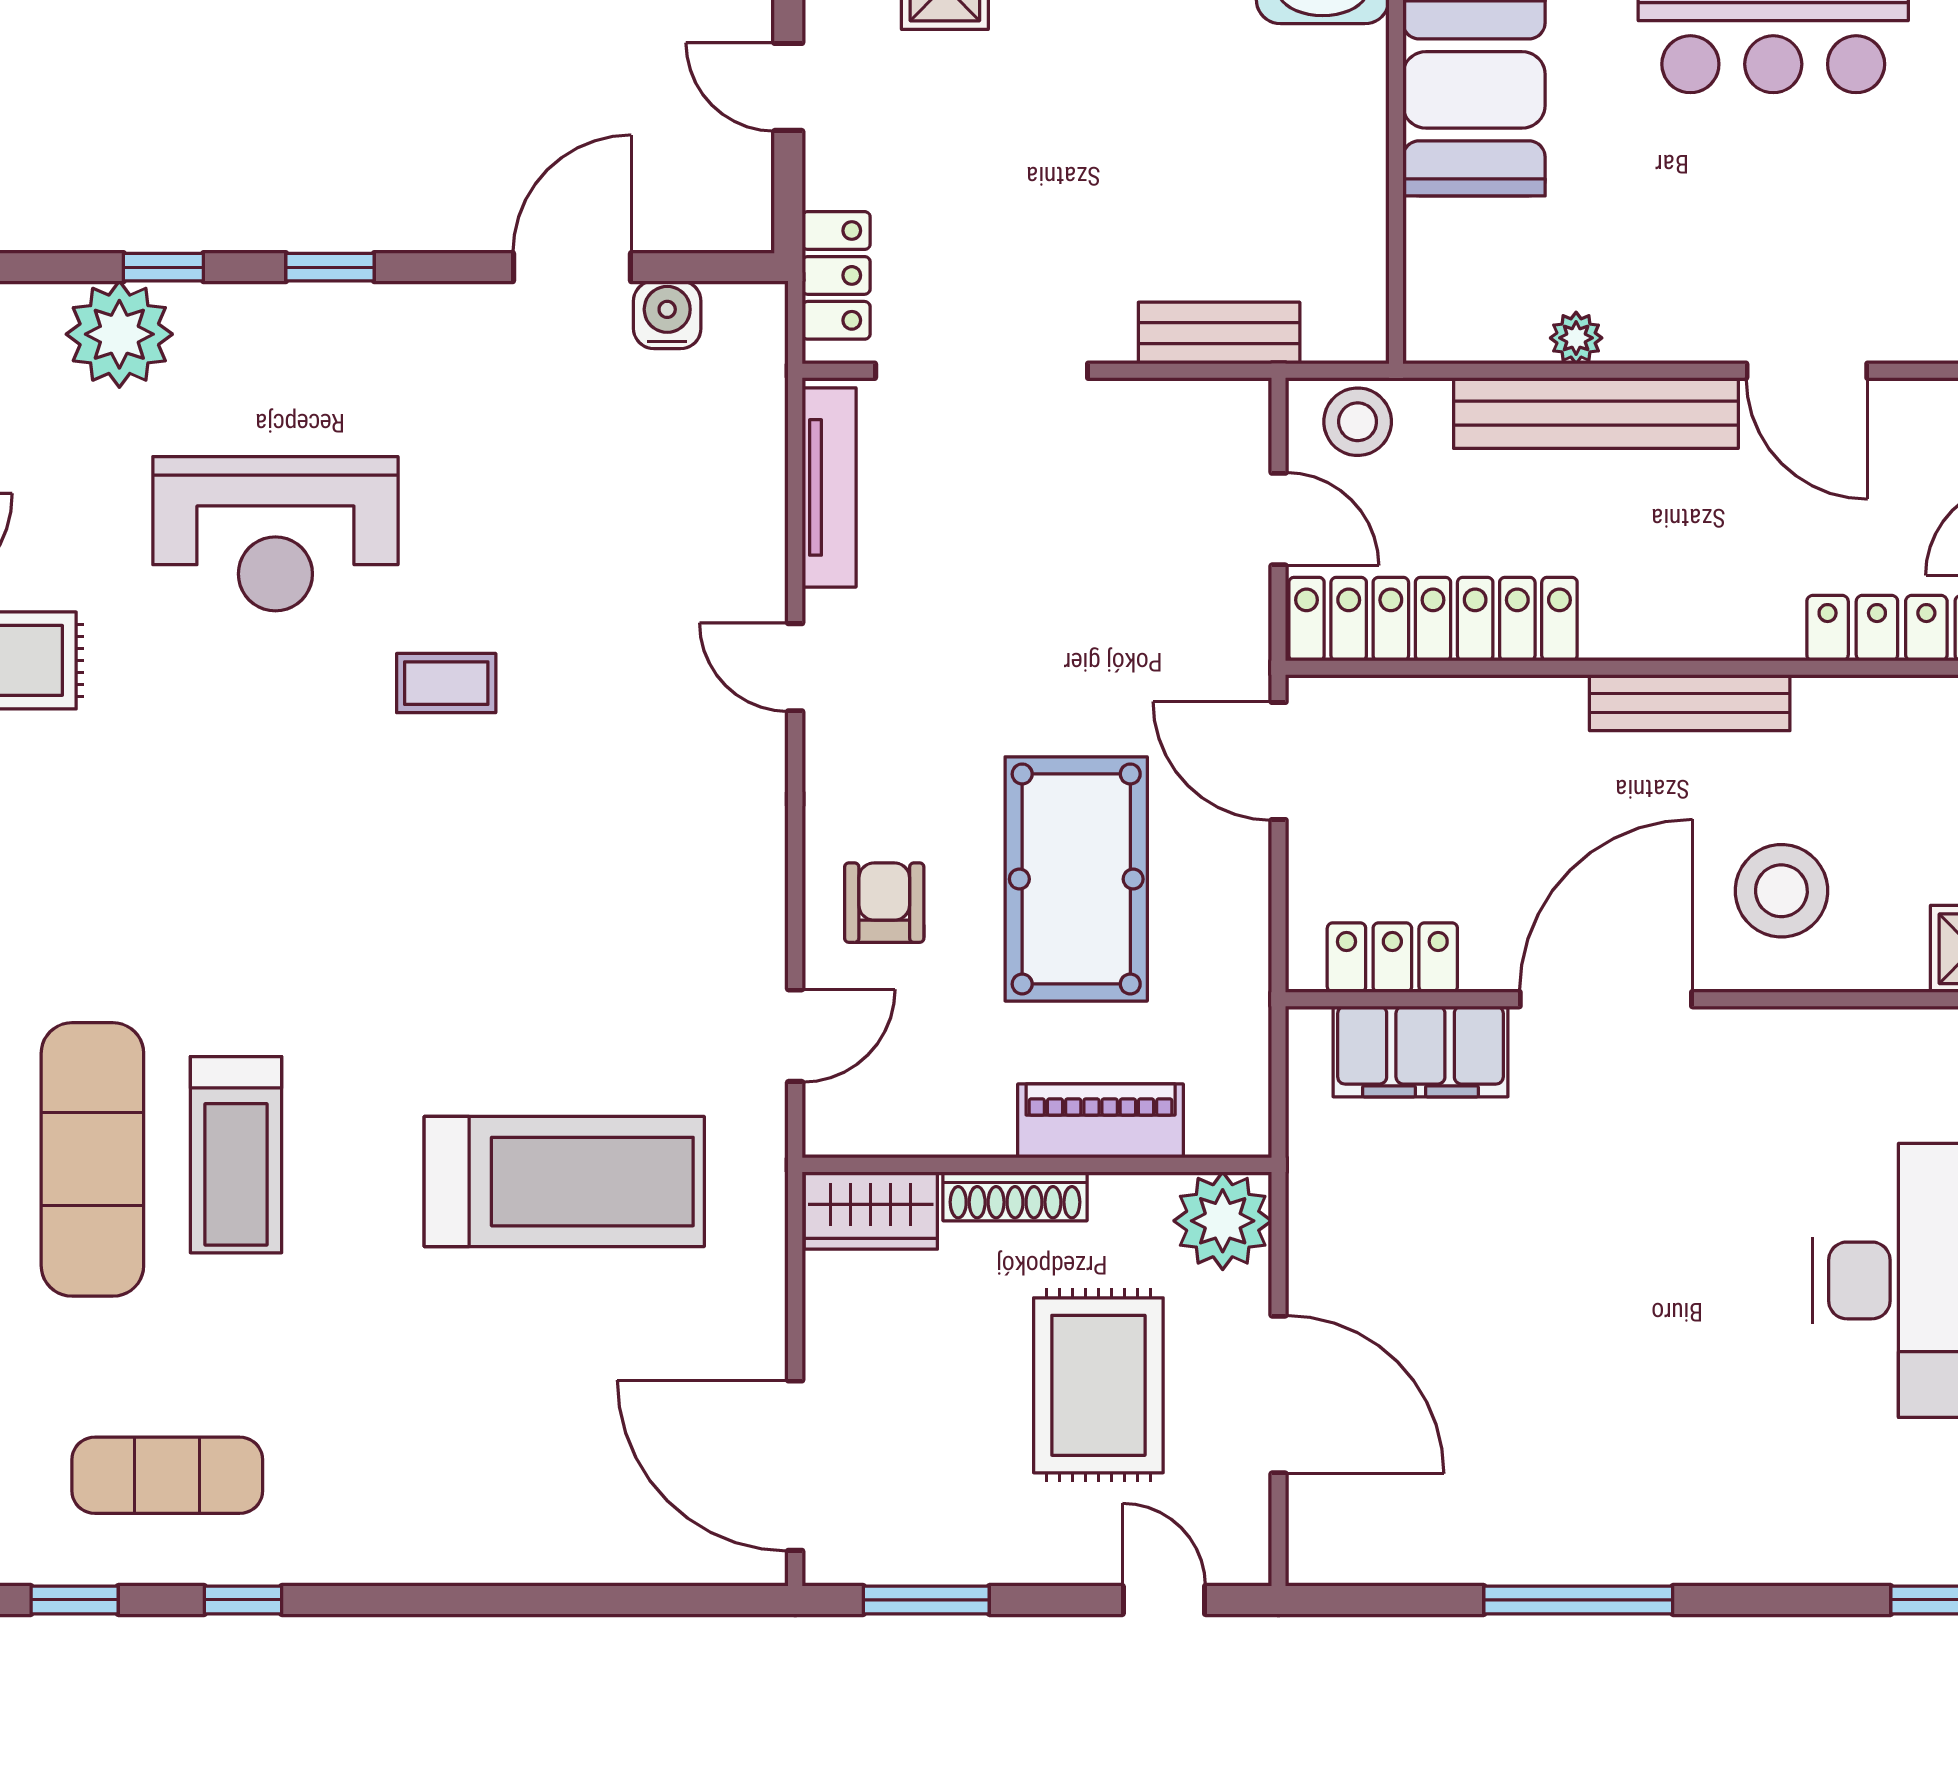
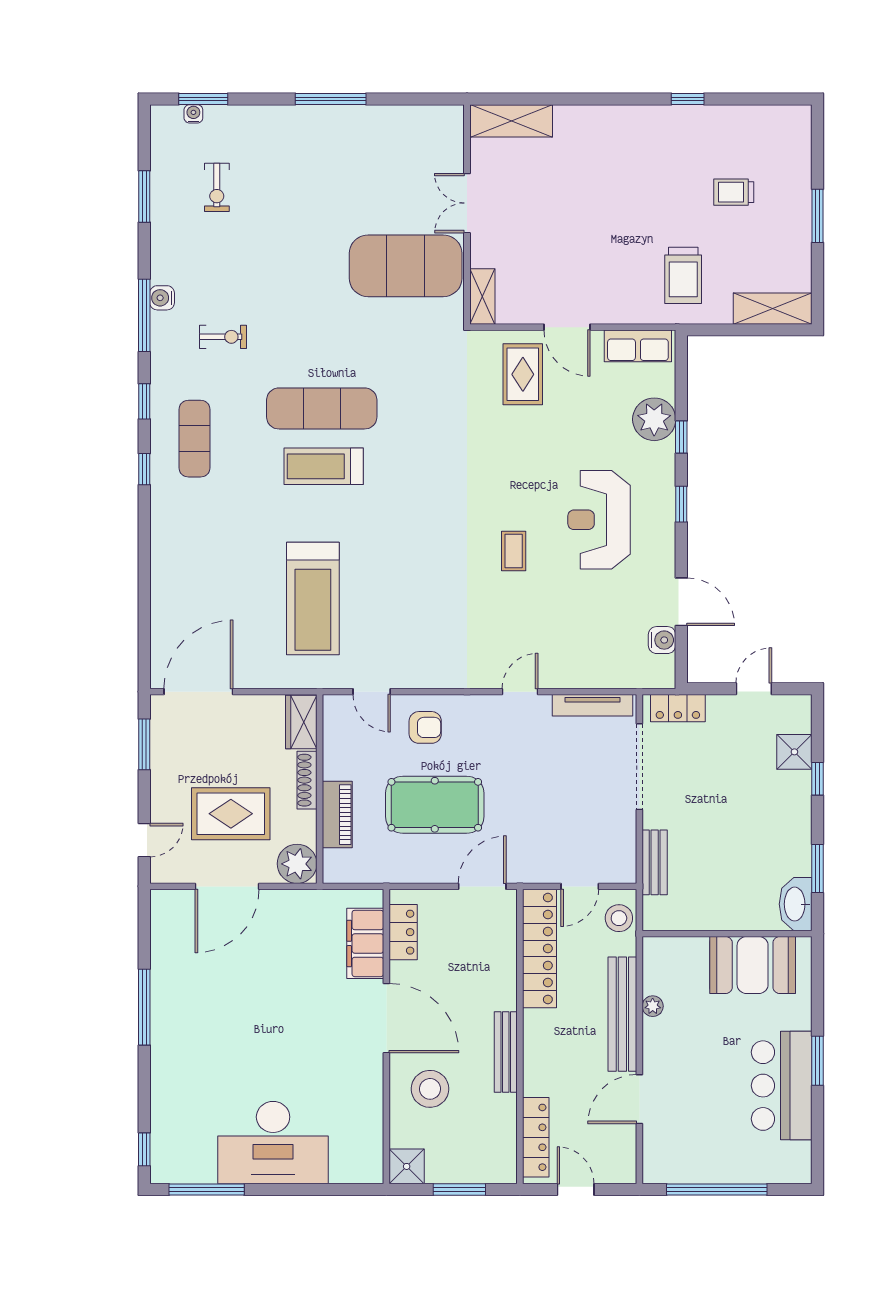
reception desk: (275, 534) -> (599, 520), moved

